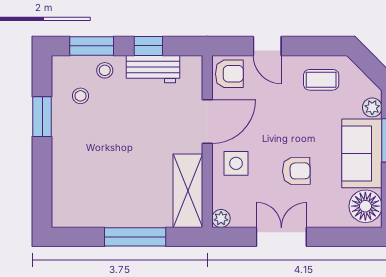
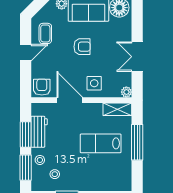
window: (148, 46) -> (26, 134), width x1.50
door: (267, 46) -> (26, 53), moved
armchair: (296, 171) -> (82, 47), moved, turned 91
lab bench: (133, 174) -> (101, 143), added
shelving: (188, 191) -> (117, 109), width x0.67, depth x0.75

